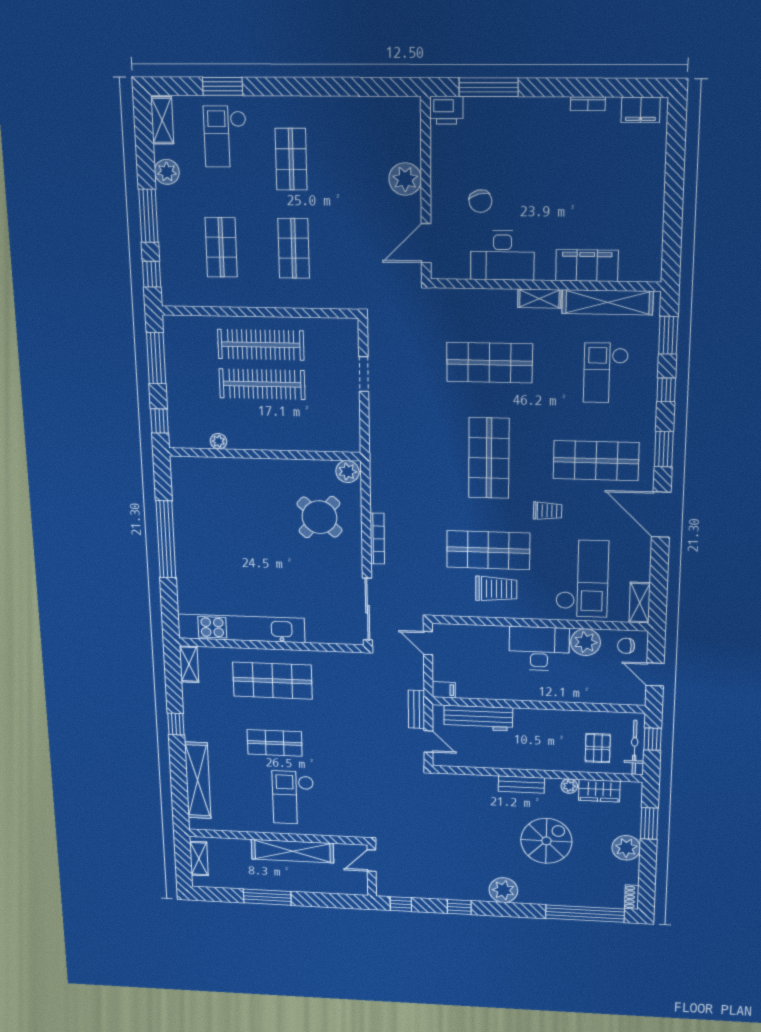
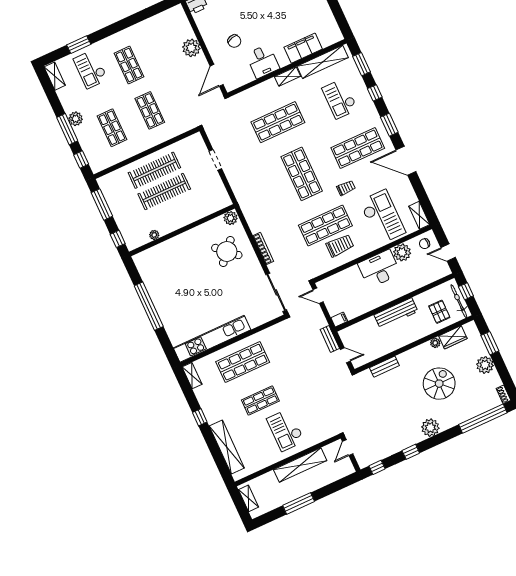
plant: (167, 172) -> (76, 119), moved
desk: (502, 256) -> (263, 61), width x0.73
workbench: (478, 718) -> (396, 313), moved
bench: (521, 785) -> (384, 367), moved

